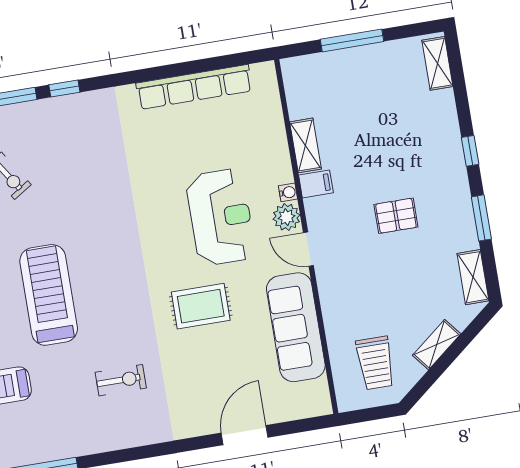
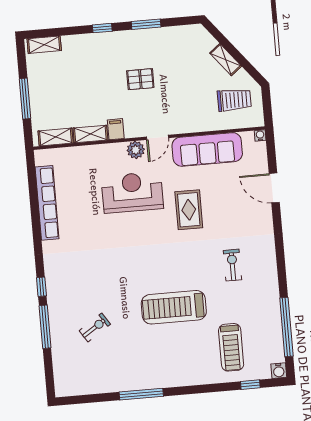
water cooler: (288, 192) -> (260, 135), moved
pallet: (396, 216) -> (140, 79), turned 90
shelving: (473, 277) -> (56, 137), moved

